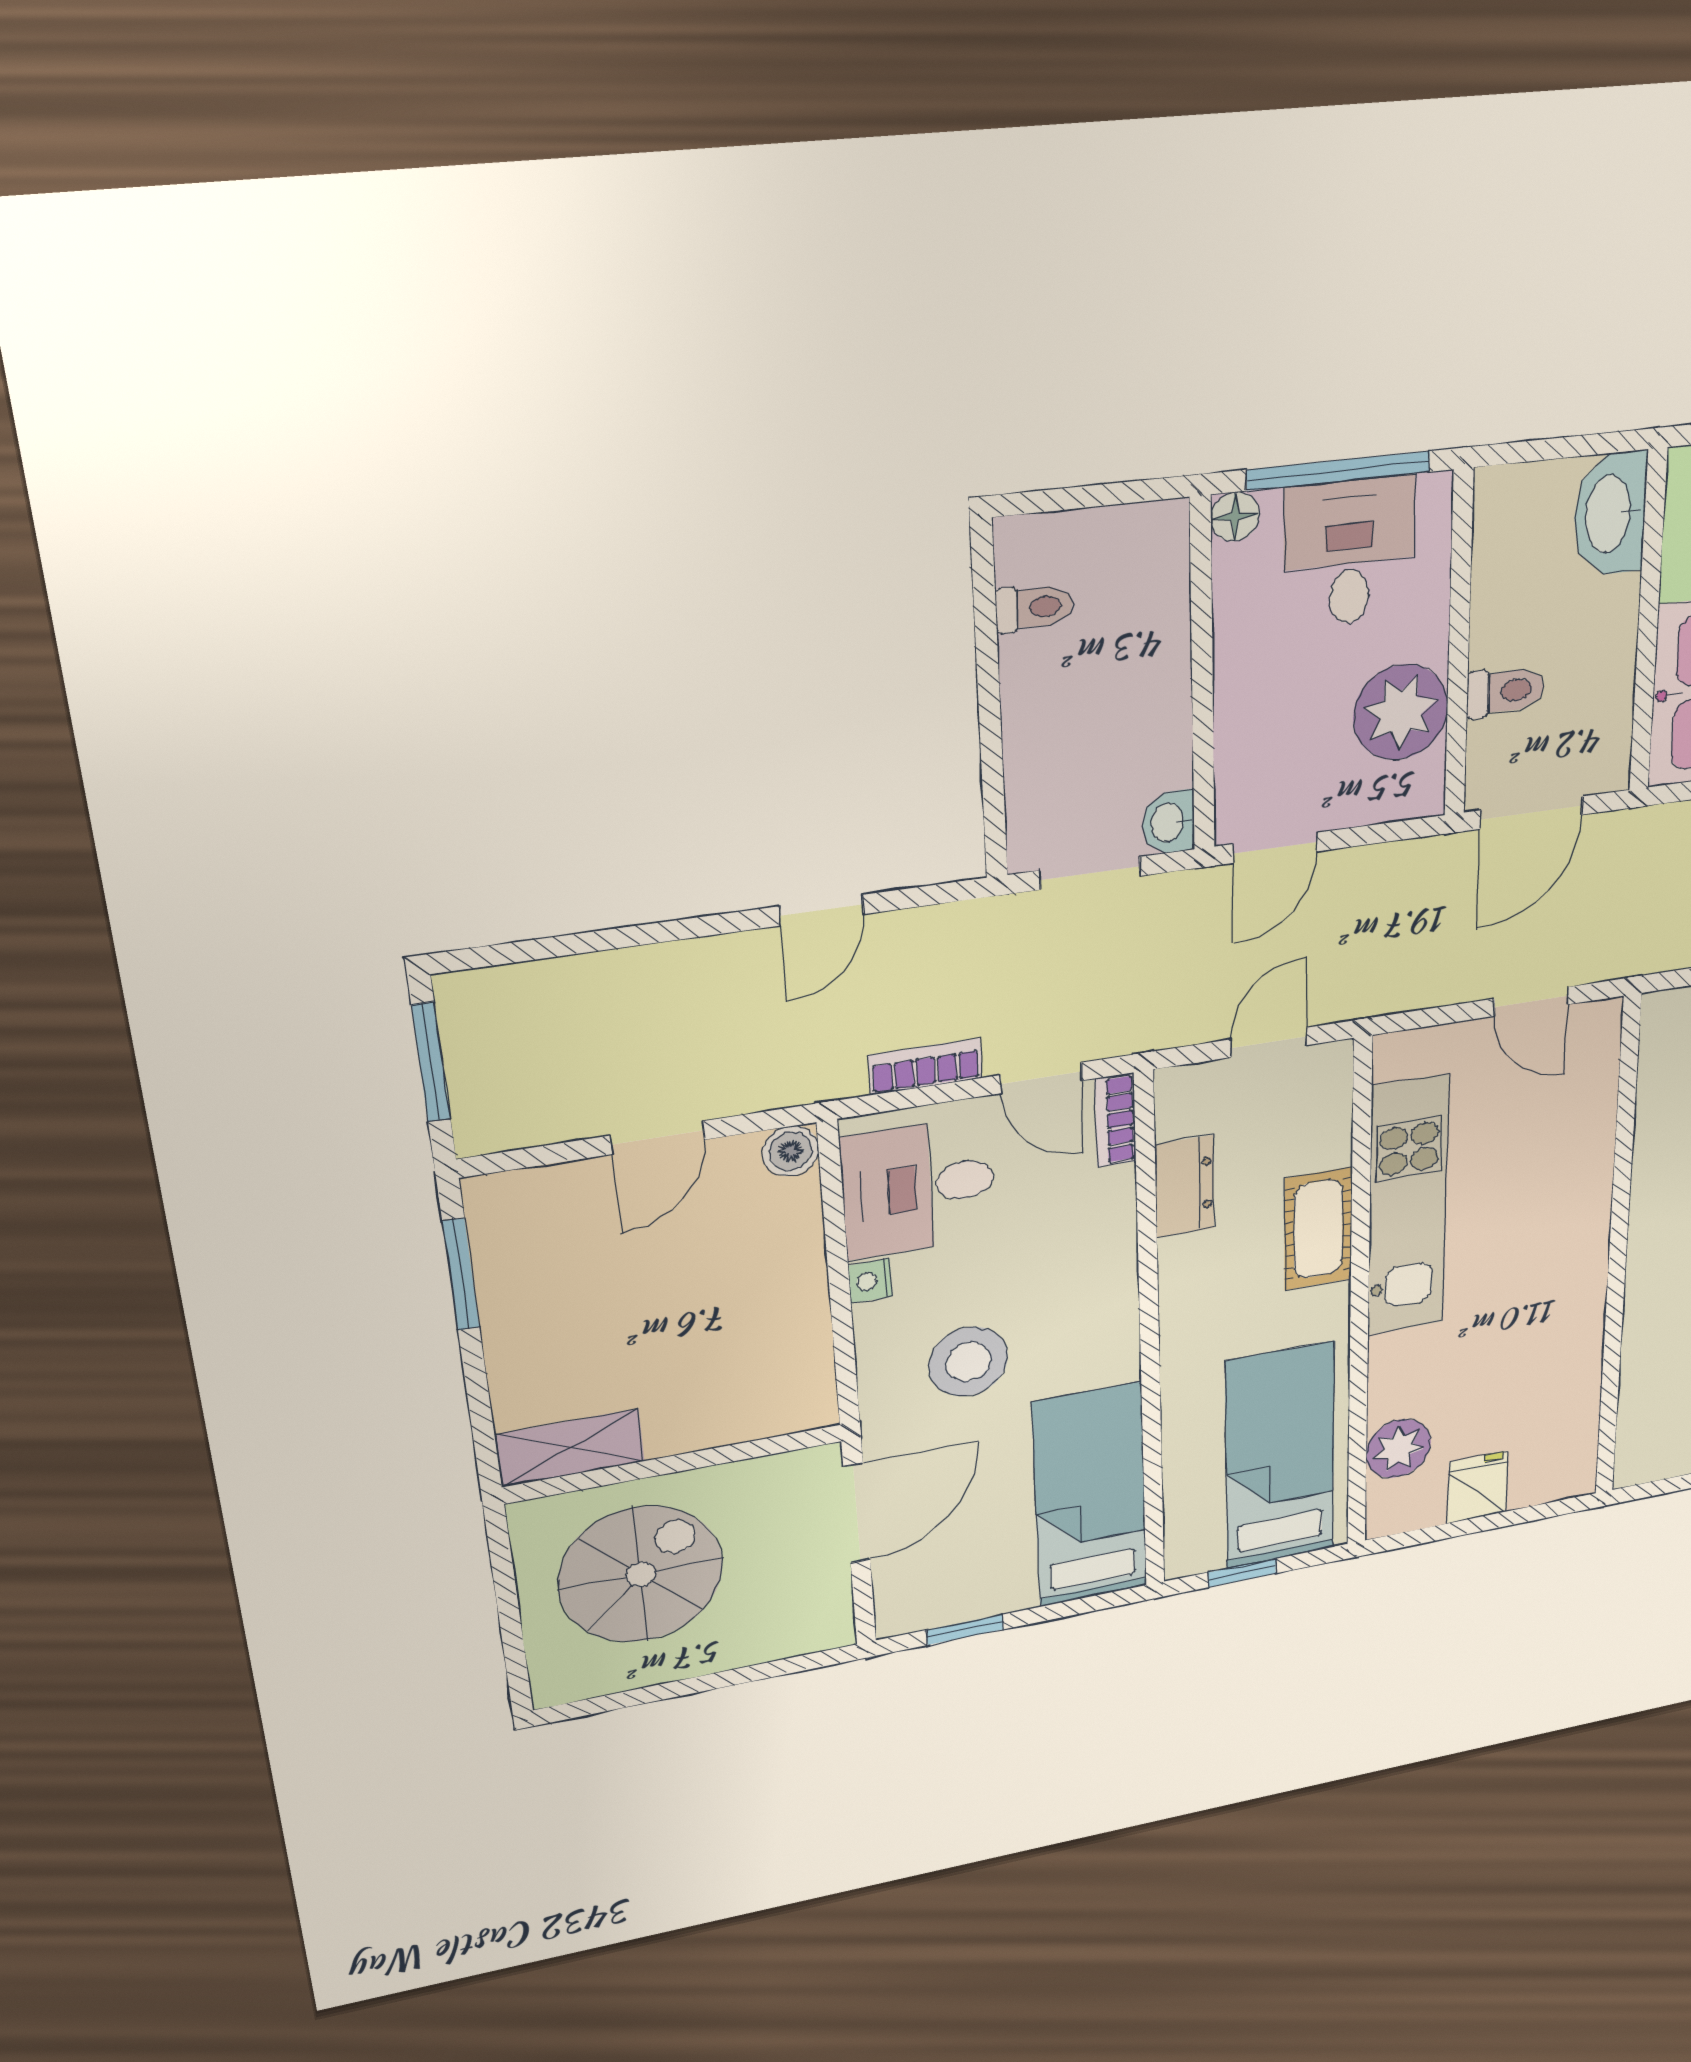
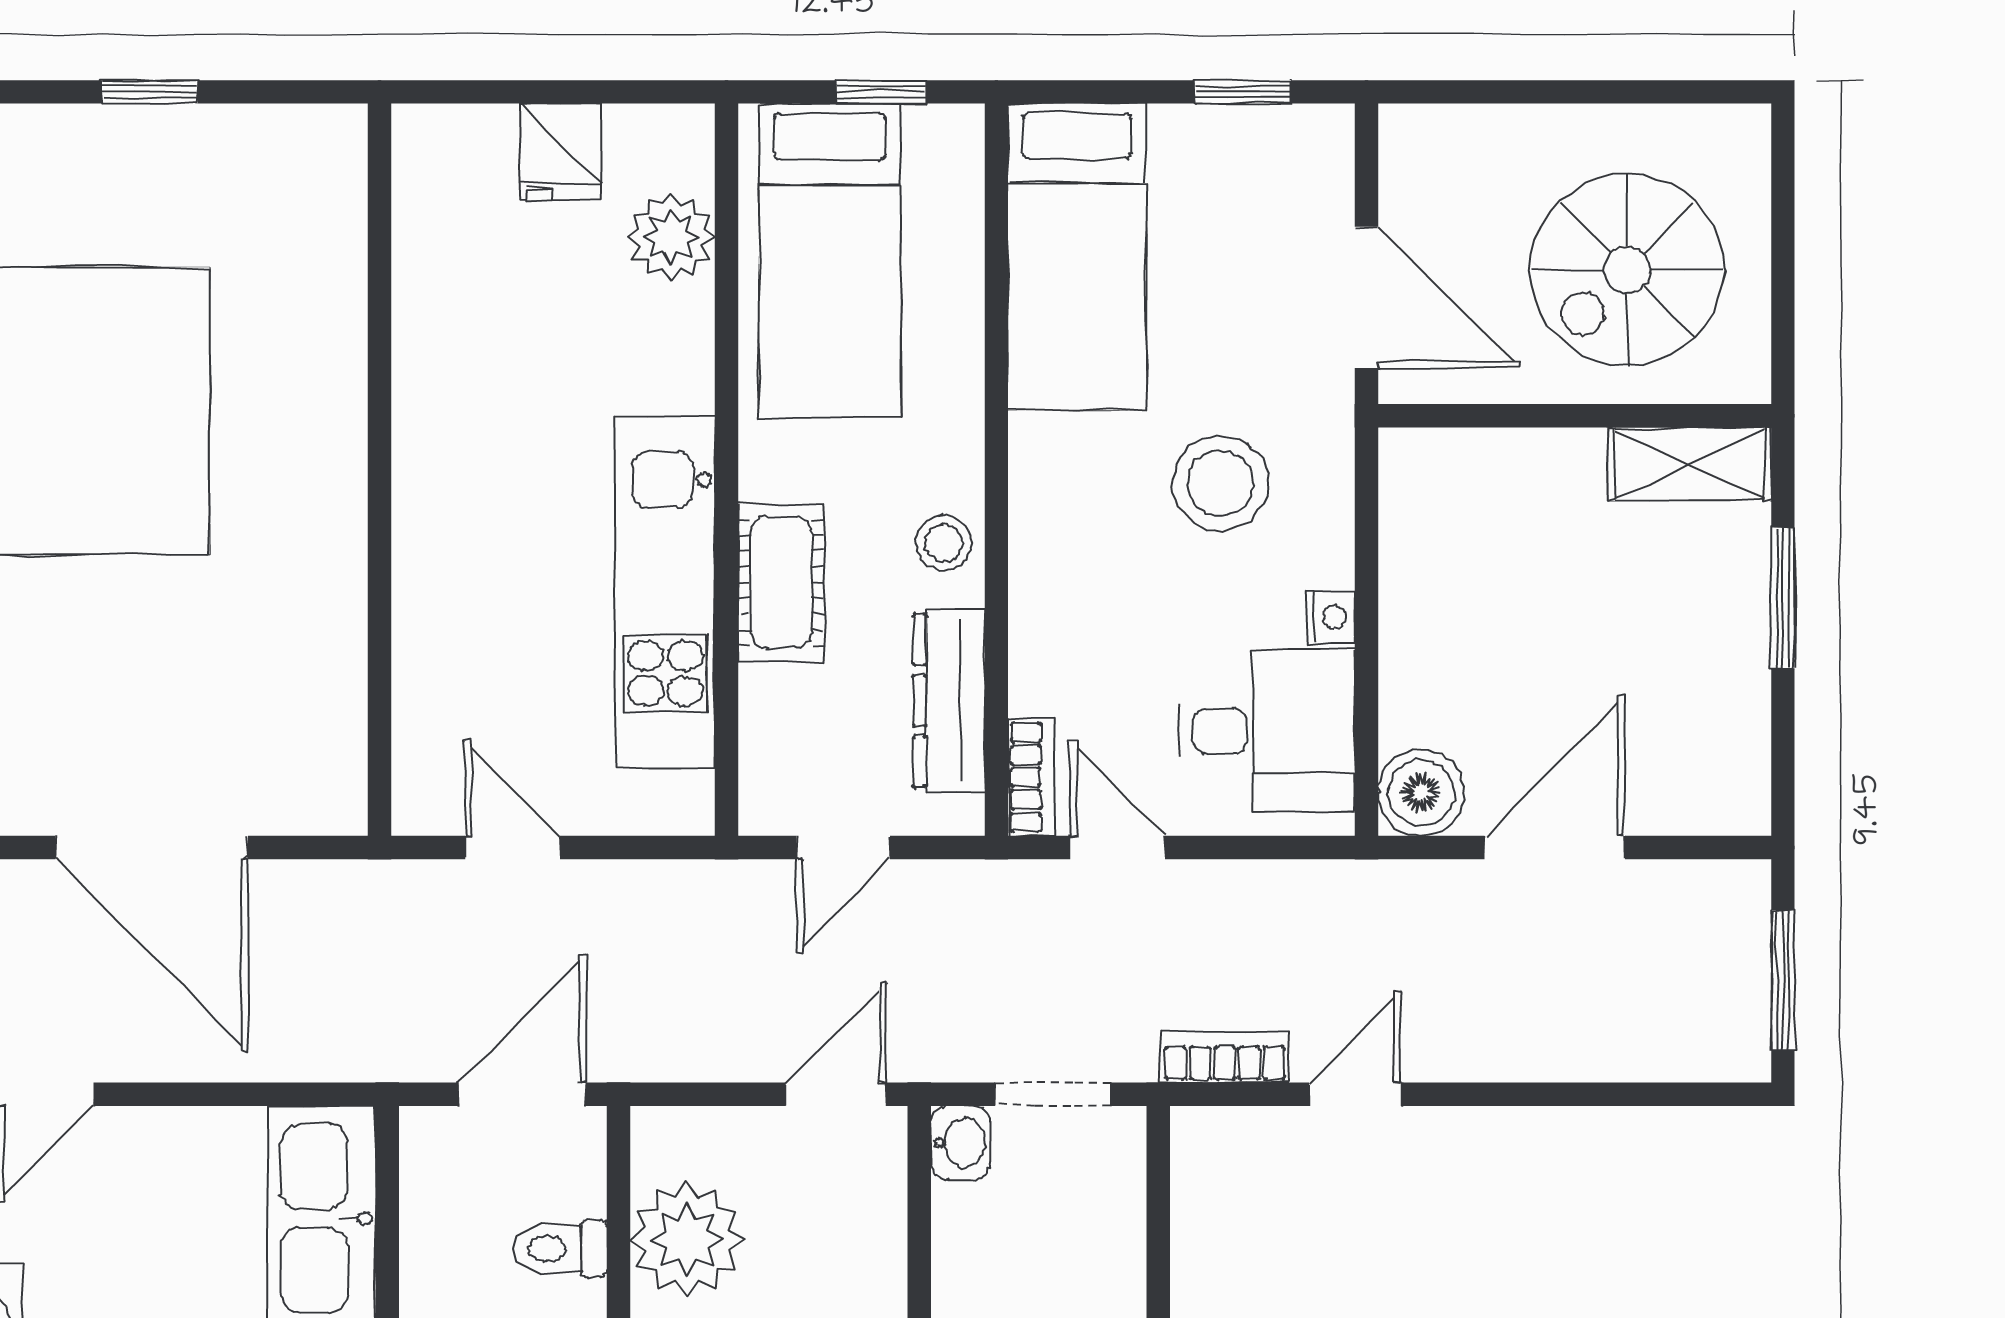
bookcase: (926, 1066) -> (1225, 1057), moved, turned 180
door: (658, 1138) -> (1555, 848), width x1.37
boiler: (791, 1151) -> (1421, 793), width x1.36, depth x1.36
dresser: (1185, 1187) -> (949, 701), width x1.44
window: (461, 1274) -> (1783, 598), moved
stool: (1191, 1279) -> (943, 543), added
door: (857, 1513) -> (1366, 297), swing flipped

